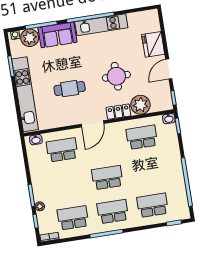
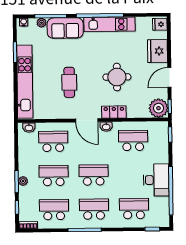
fridge: (152, 17) -> (160, 24), added
plant: (30, 38) -> (42, 23), width x0.53, depth x0.53
cafe table: (70, 89) -> (69, 82), turned 90
plant: (140, 105) -> (158, 108), moved
washbasin: (169, 119) -> (106, 127), moved
door: (93, 124) -> (87, 120), hinge flipped
desk: (171, 173) -> (156, 180), added
school desk: (68, 184) -> (54, 175), added
plant: (40, 206) -> (23, 181), moved

